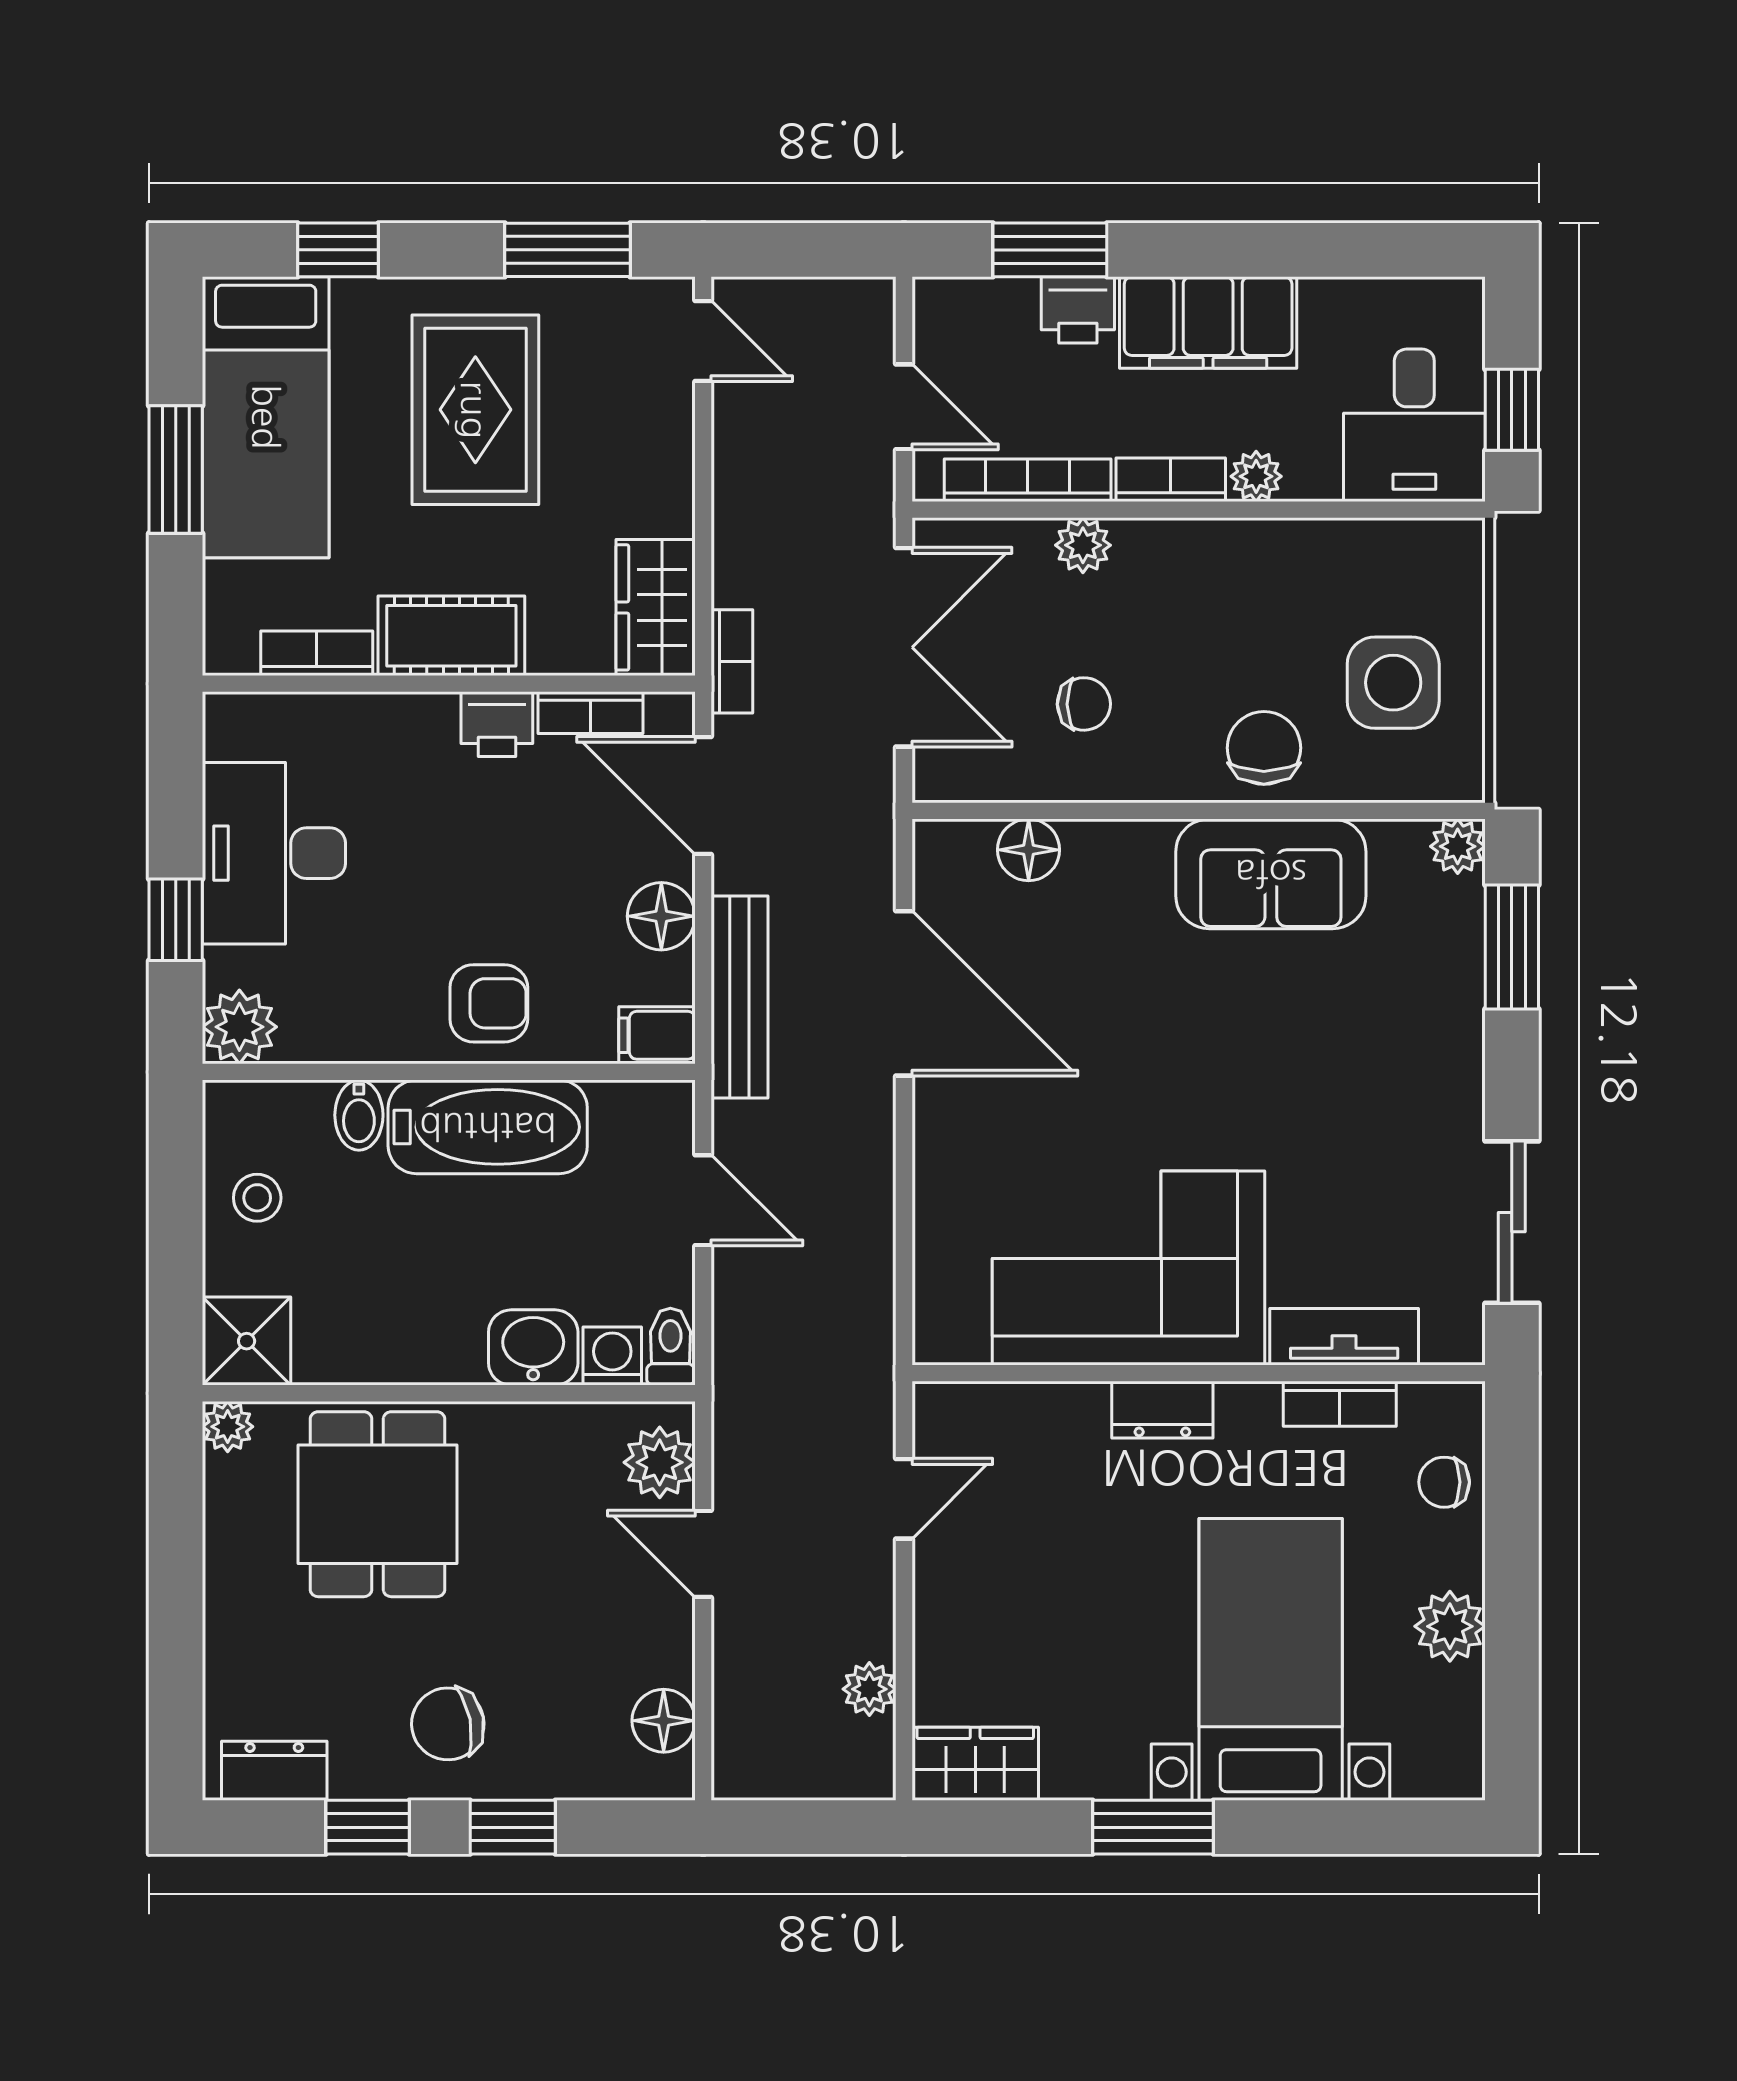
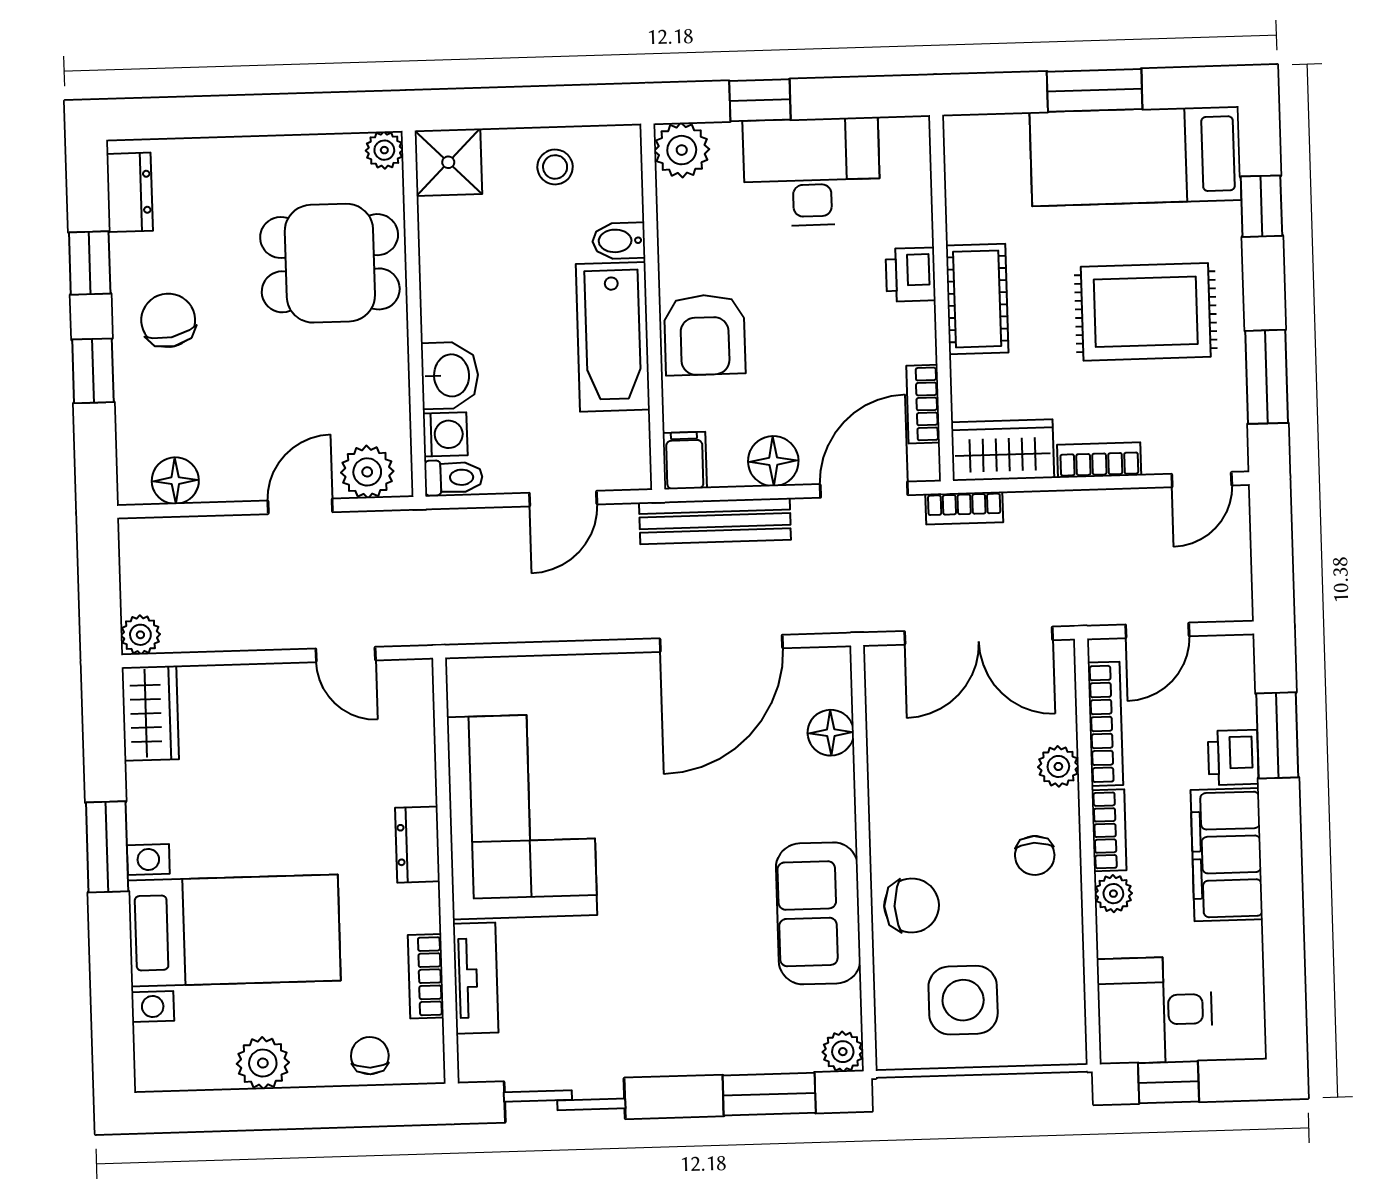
bookcase: (317, 653) -> (1099, 460), moved, turned -90
chair: (1084, 704) -> (1035, 855), moved
printer: (497, 724) -> (911, 275), moved
armchair: (489, 1003) -> (705, 335), width x1.38, depth x1.38
plant: (869, 1689) -> (140, 635), moved

